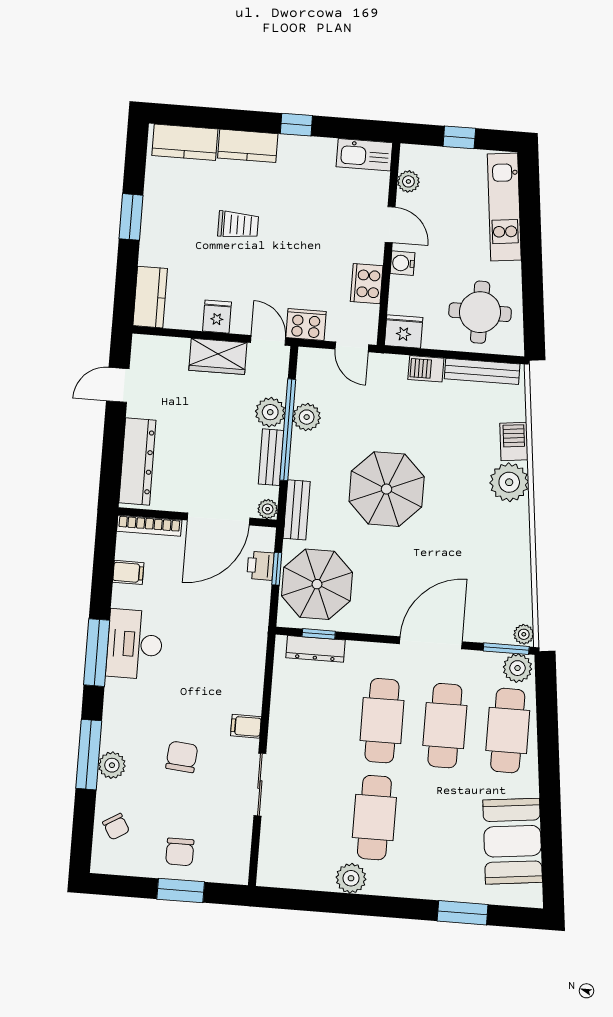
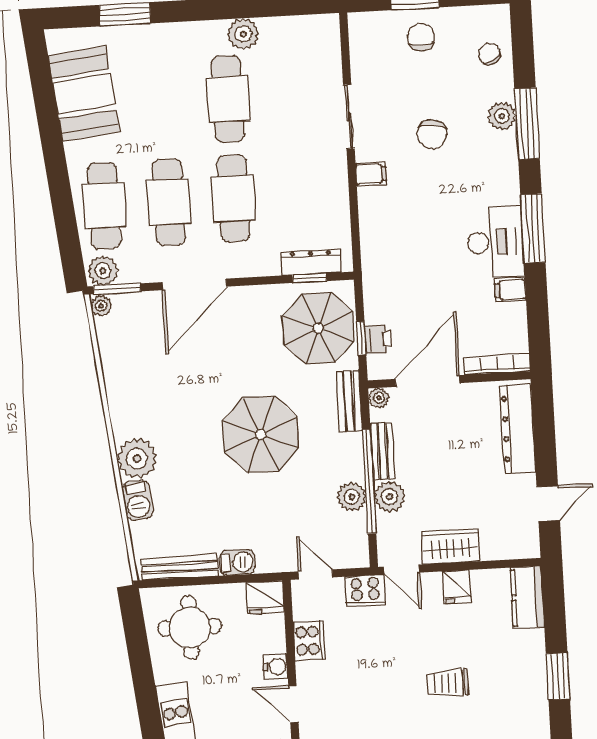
filing cabinet: (128, 572) -> (510, 290), moved

